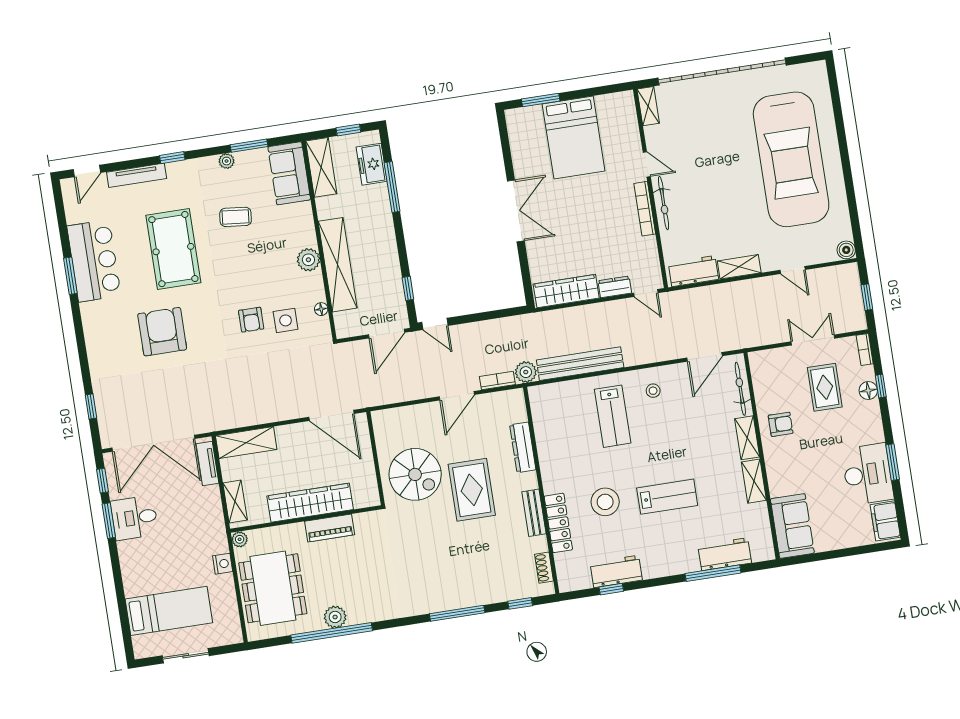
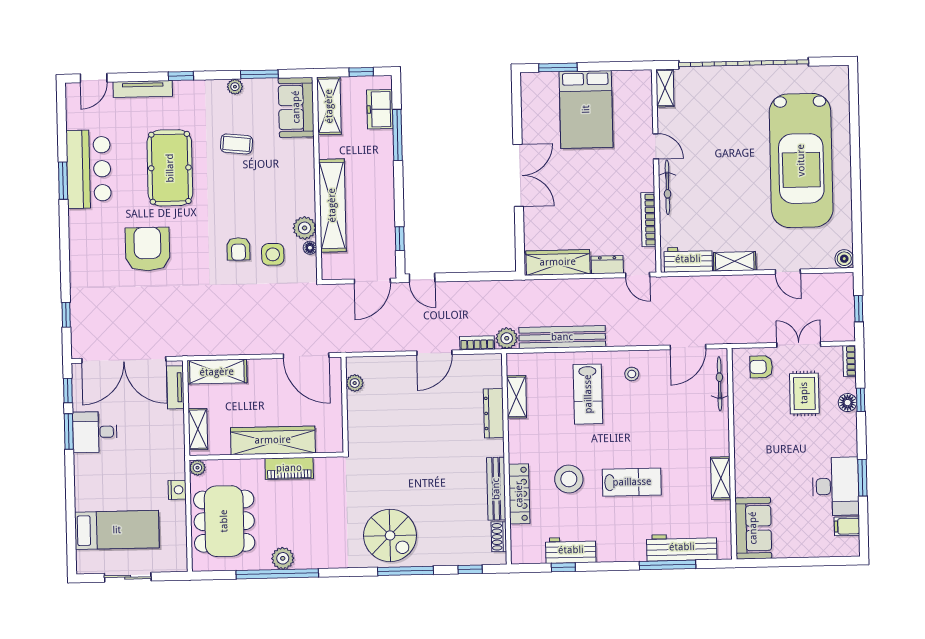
bookcase: (645, 209) -> (648, 220), moved
plant: (308, 260) -> (305, 228), moved
armchair: (781, 424) -> (761, 367), moved, turned 180
plant: (383, 436) -> (355, 383), added
shelving: (747, 438) -> (516, 397), moved
spiral stairs: (415, 474) -> (390, 535), moved
rug: (472, 490) -> (437, 449), removed
bench: (534, 513) -> (496, 489), width x1.36
filing cabinet: (885, 521) -> (847, 526), width x0.50
workbench: (725, 554) -> (682, 547), width x1.38

